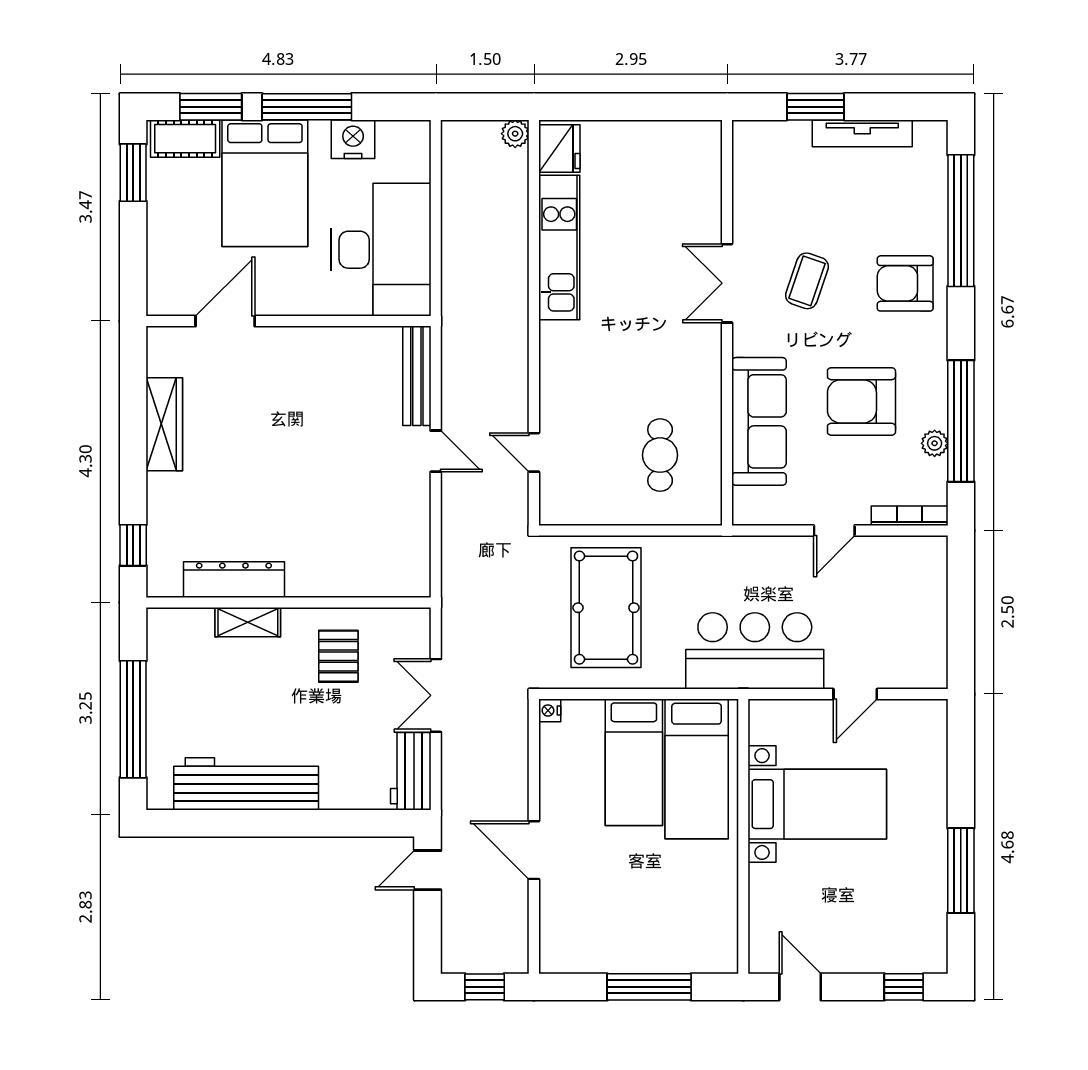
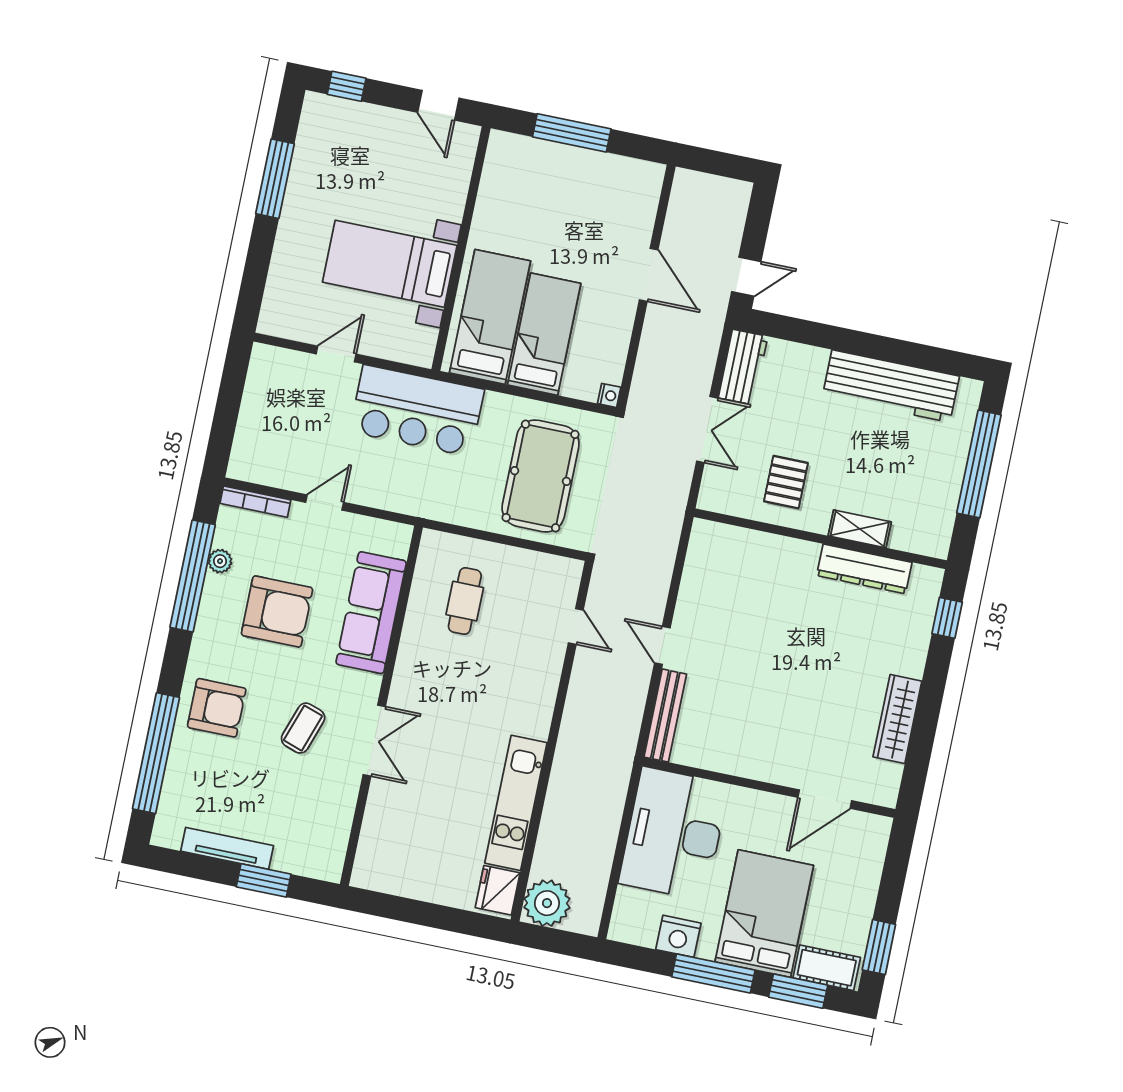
plant: (515, 134) -> (547, 903), width x1.87, depth x1.87
window: (485, 987) -> (717, 163), removed

